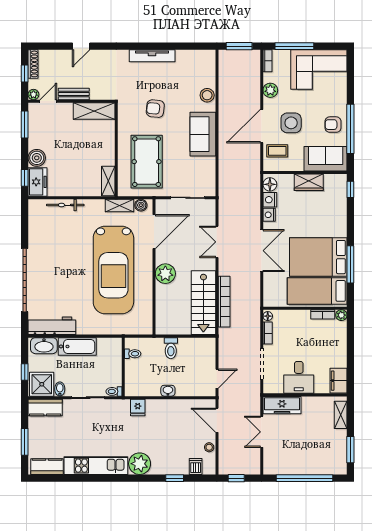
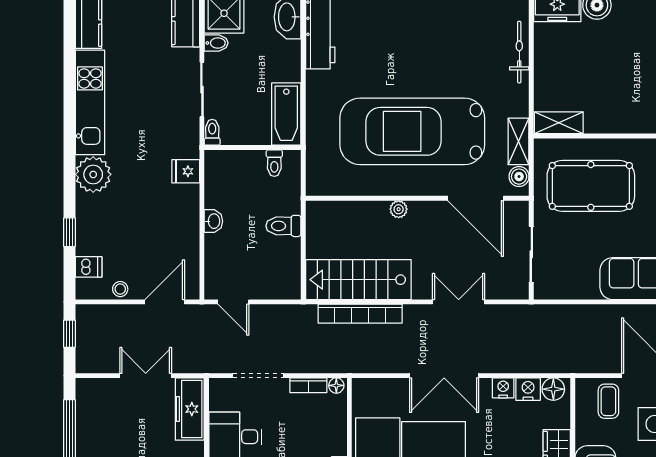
plant: (165, 274) -> (399, 209), width x0.53, depth x0.53
bathtub: (77, 346) -> (286, 114), moved

